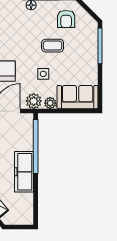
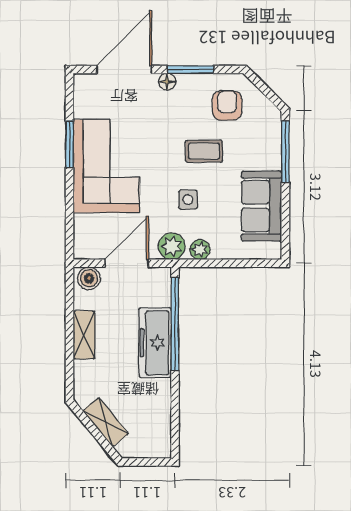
armchair: (66, 19) -> (227, 106), turned 180
sofa: (78, 97) -> (262, 206), moved, turned -90
freezer: (24, 172) -> (155, 343), moved

